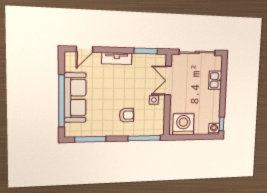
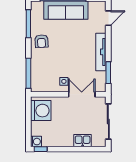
door: (84, 49) -> (108, 18), swing flipped
tv unit: (117, 59) -> (101, 52), width x1.41
armchair: (126, 115) -> (41, 41), moved

